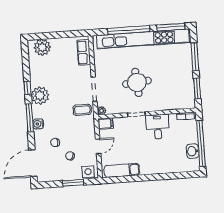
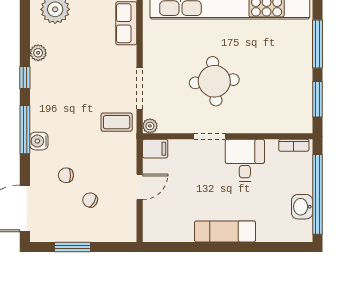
plant: (40, 96) -> (38, 53), moved, width x0.53, depth x0.53
exam couch: (122, 170) -> (225, 231), moved
side table: (88, 172) -> (119, 230), removed
window: (73, 183) -> (72, 247), moved

